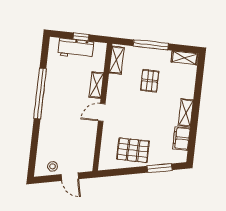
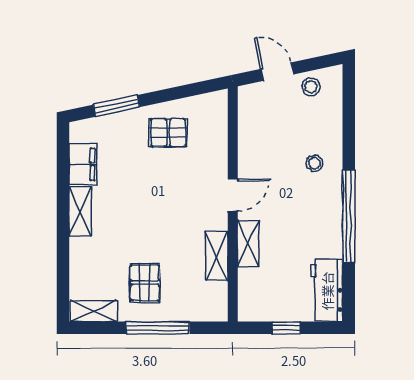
workbench: (76, 48) -> (327, 291), moved, turned -90
shelving: (117, 60) -> (217, 256), moved
pallet: (150, 81) -> (145, 283), moved
stool: (55, 125) -> (314, 163), added
pallet: (133, 150) -> (168, 133), width x0.67, depth x0.71

